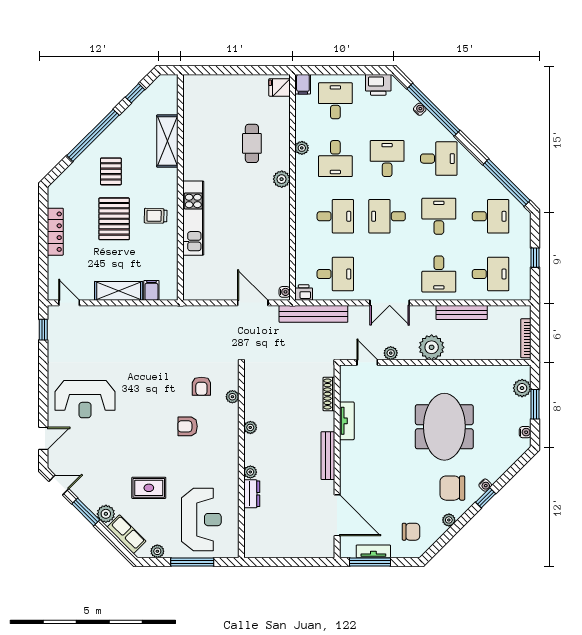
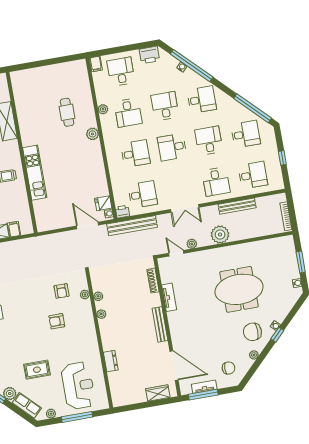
fridge: (279, 87) -> (103, 203), moved
plant: (522, 388) -> (289, 252), removed
meeting table: (444, 427) -> (239, 289), turned 90
plant: (250, 472) -> (98, 296), moved
wardrobe: (308, 549) -> (158, 393), added

